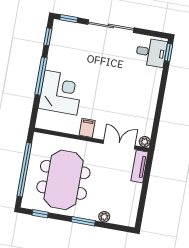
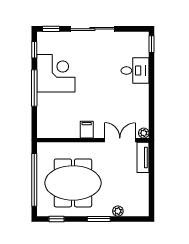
desk: (151, 52) -> (135, 71), moved
corner desk: (61, 93) -> (56, 73), moved
meeting table: (63, 180) -> (73, 183), turned 90

